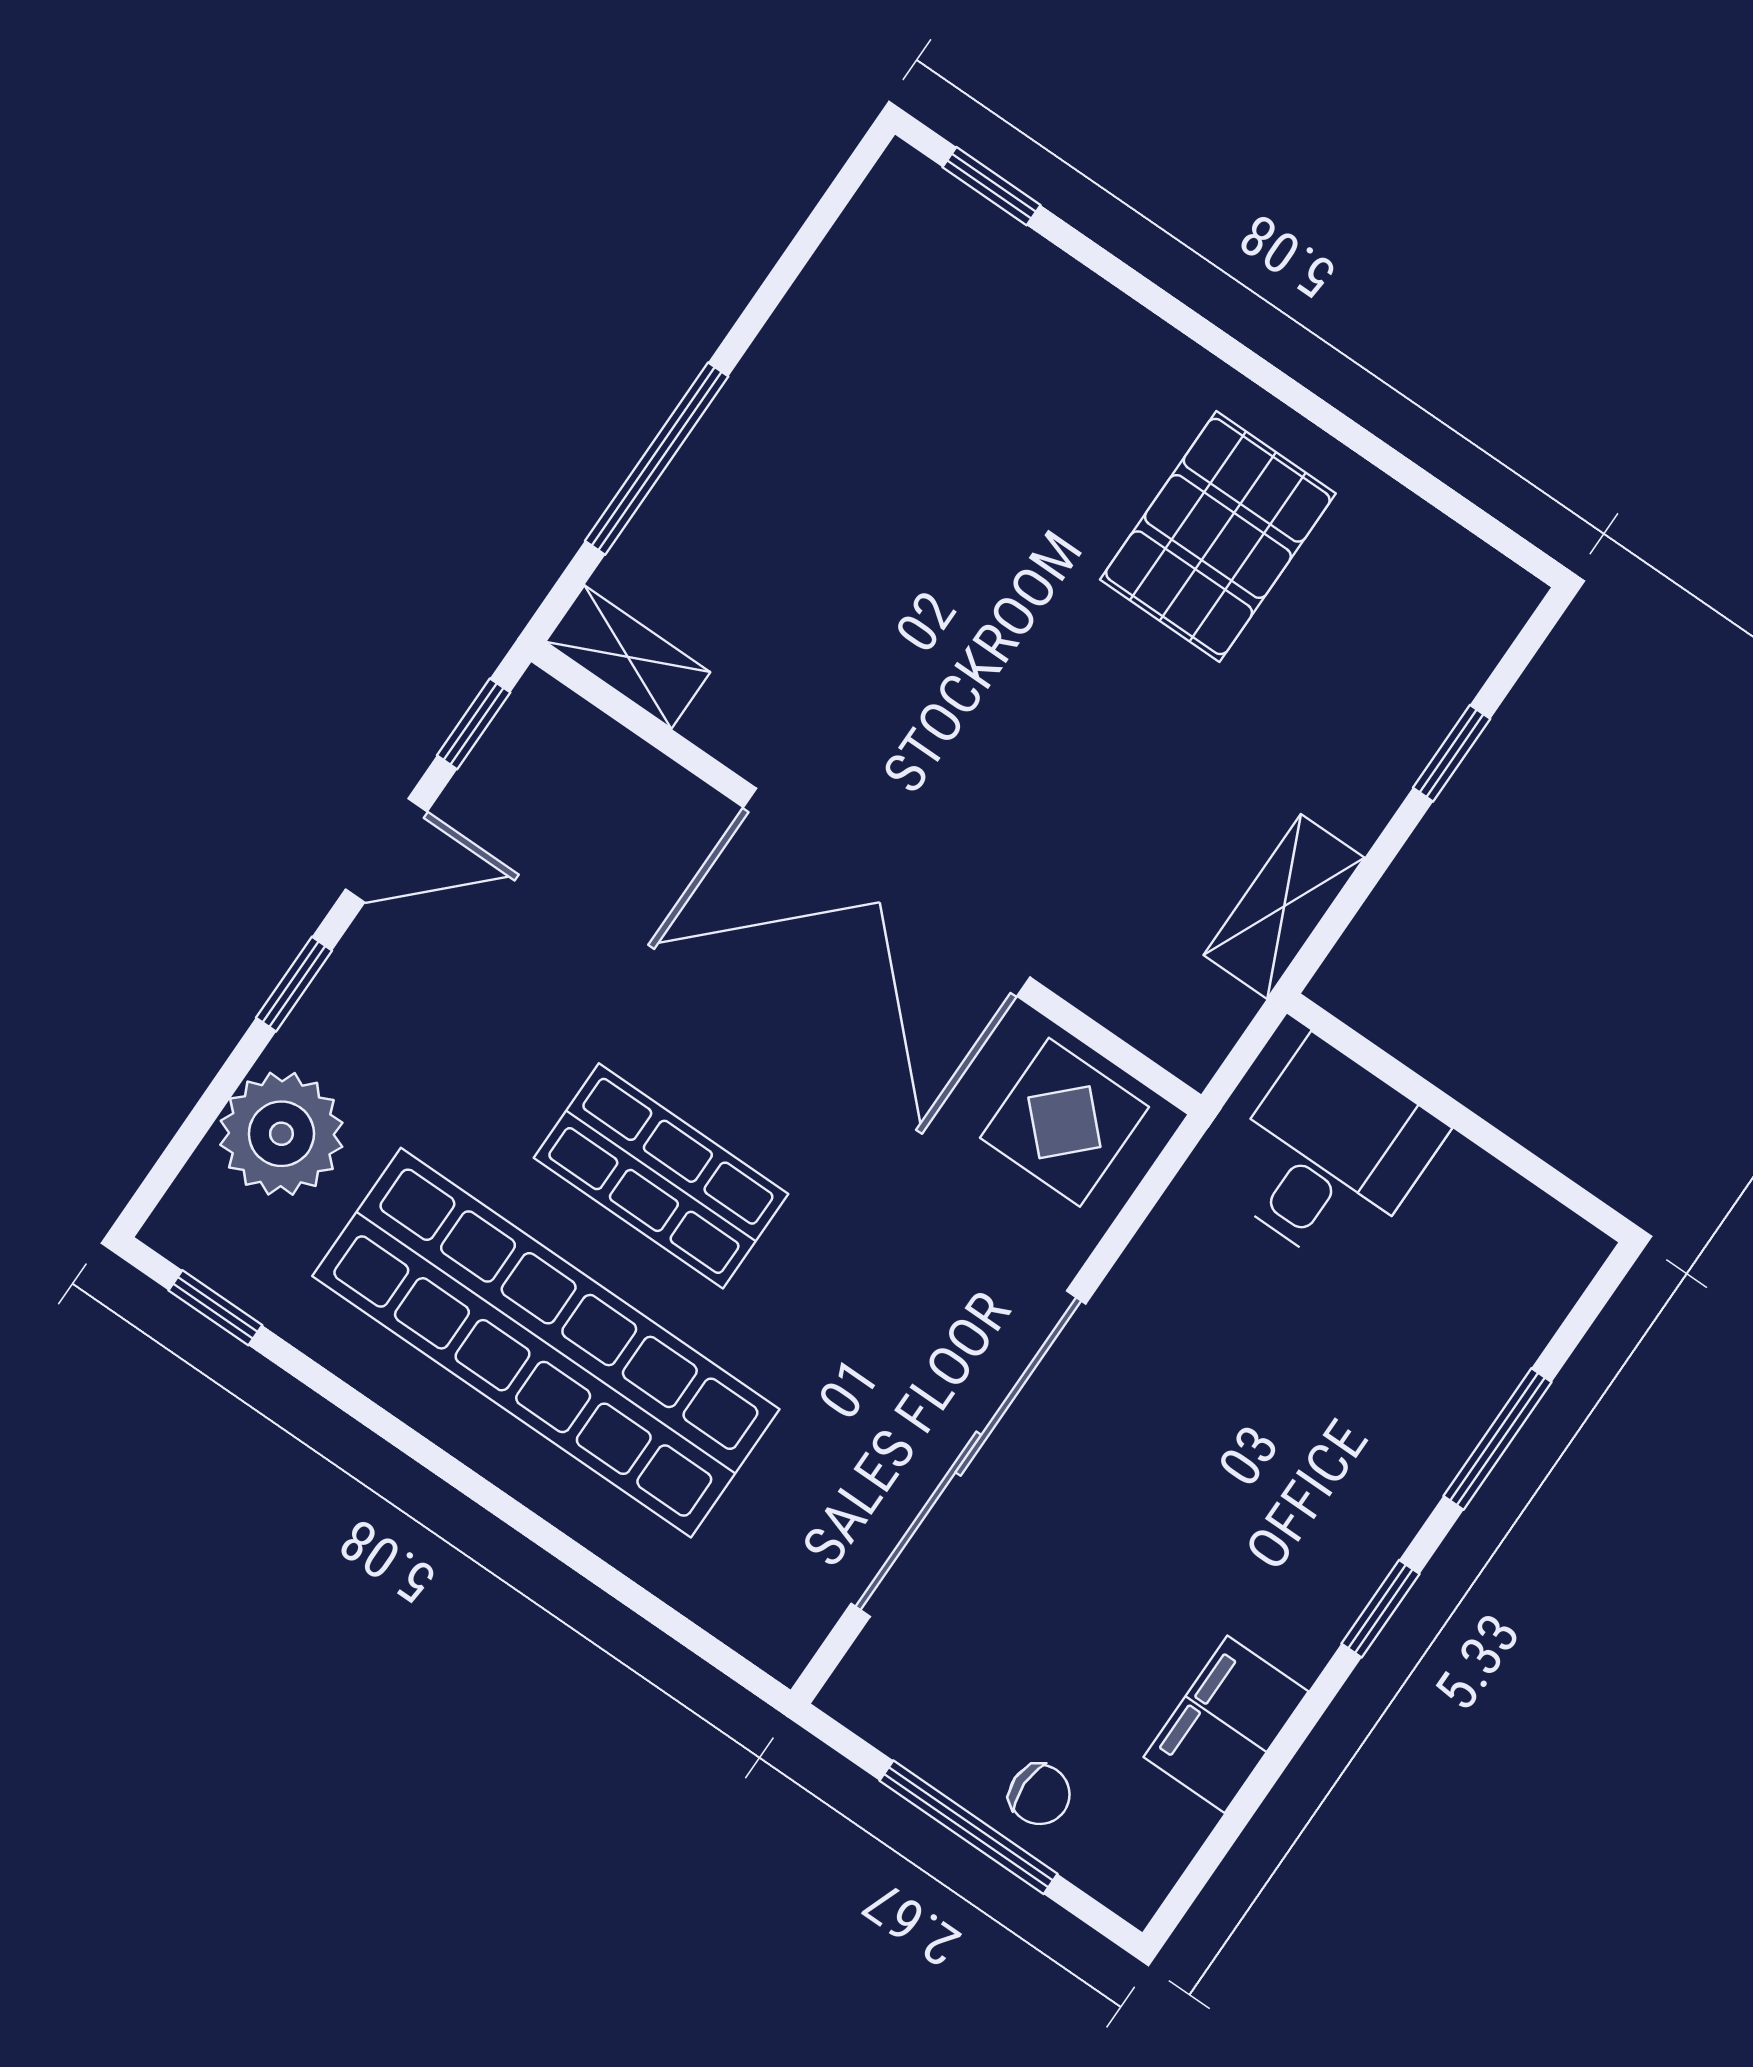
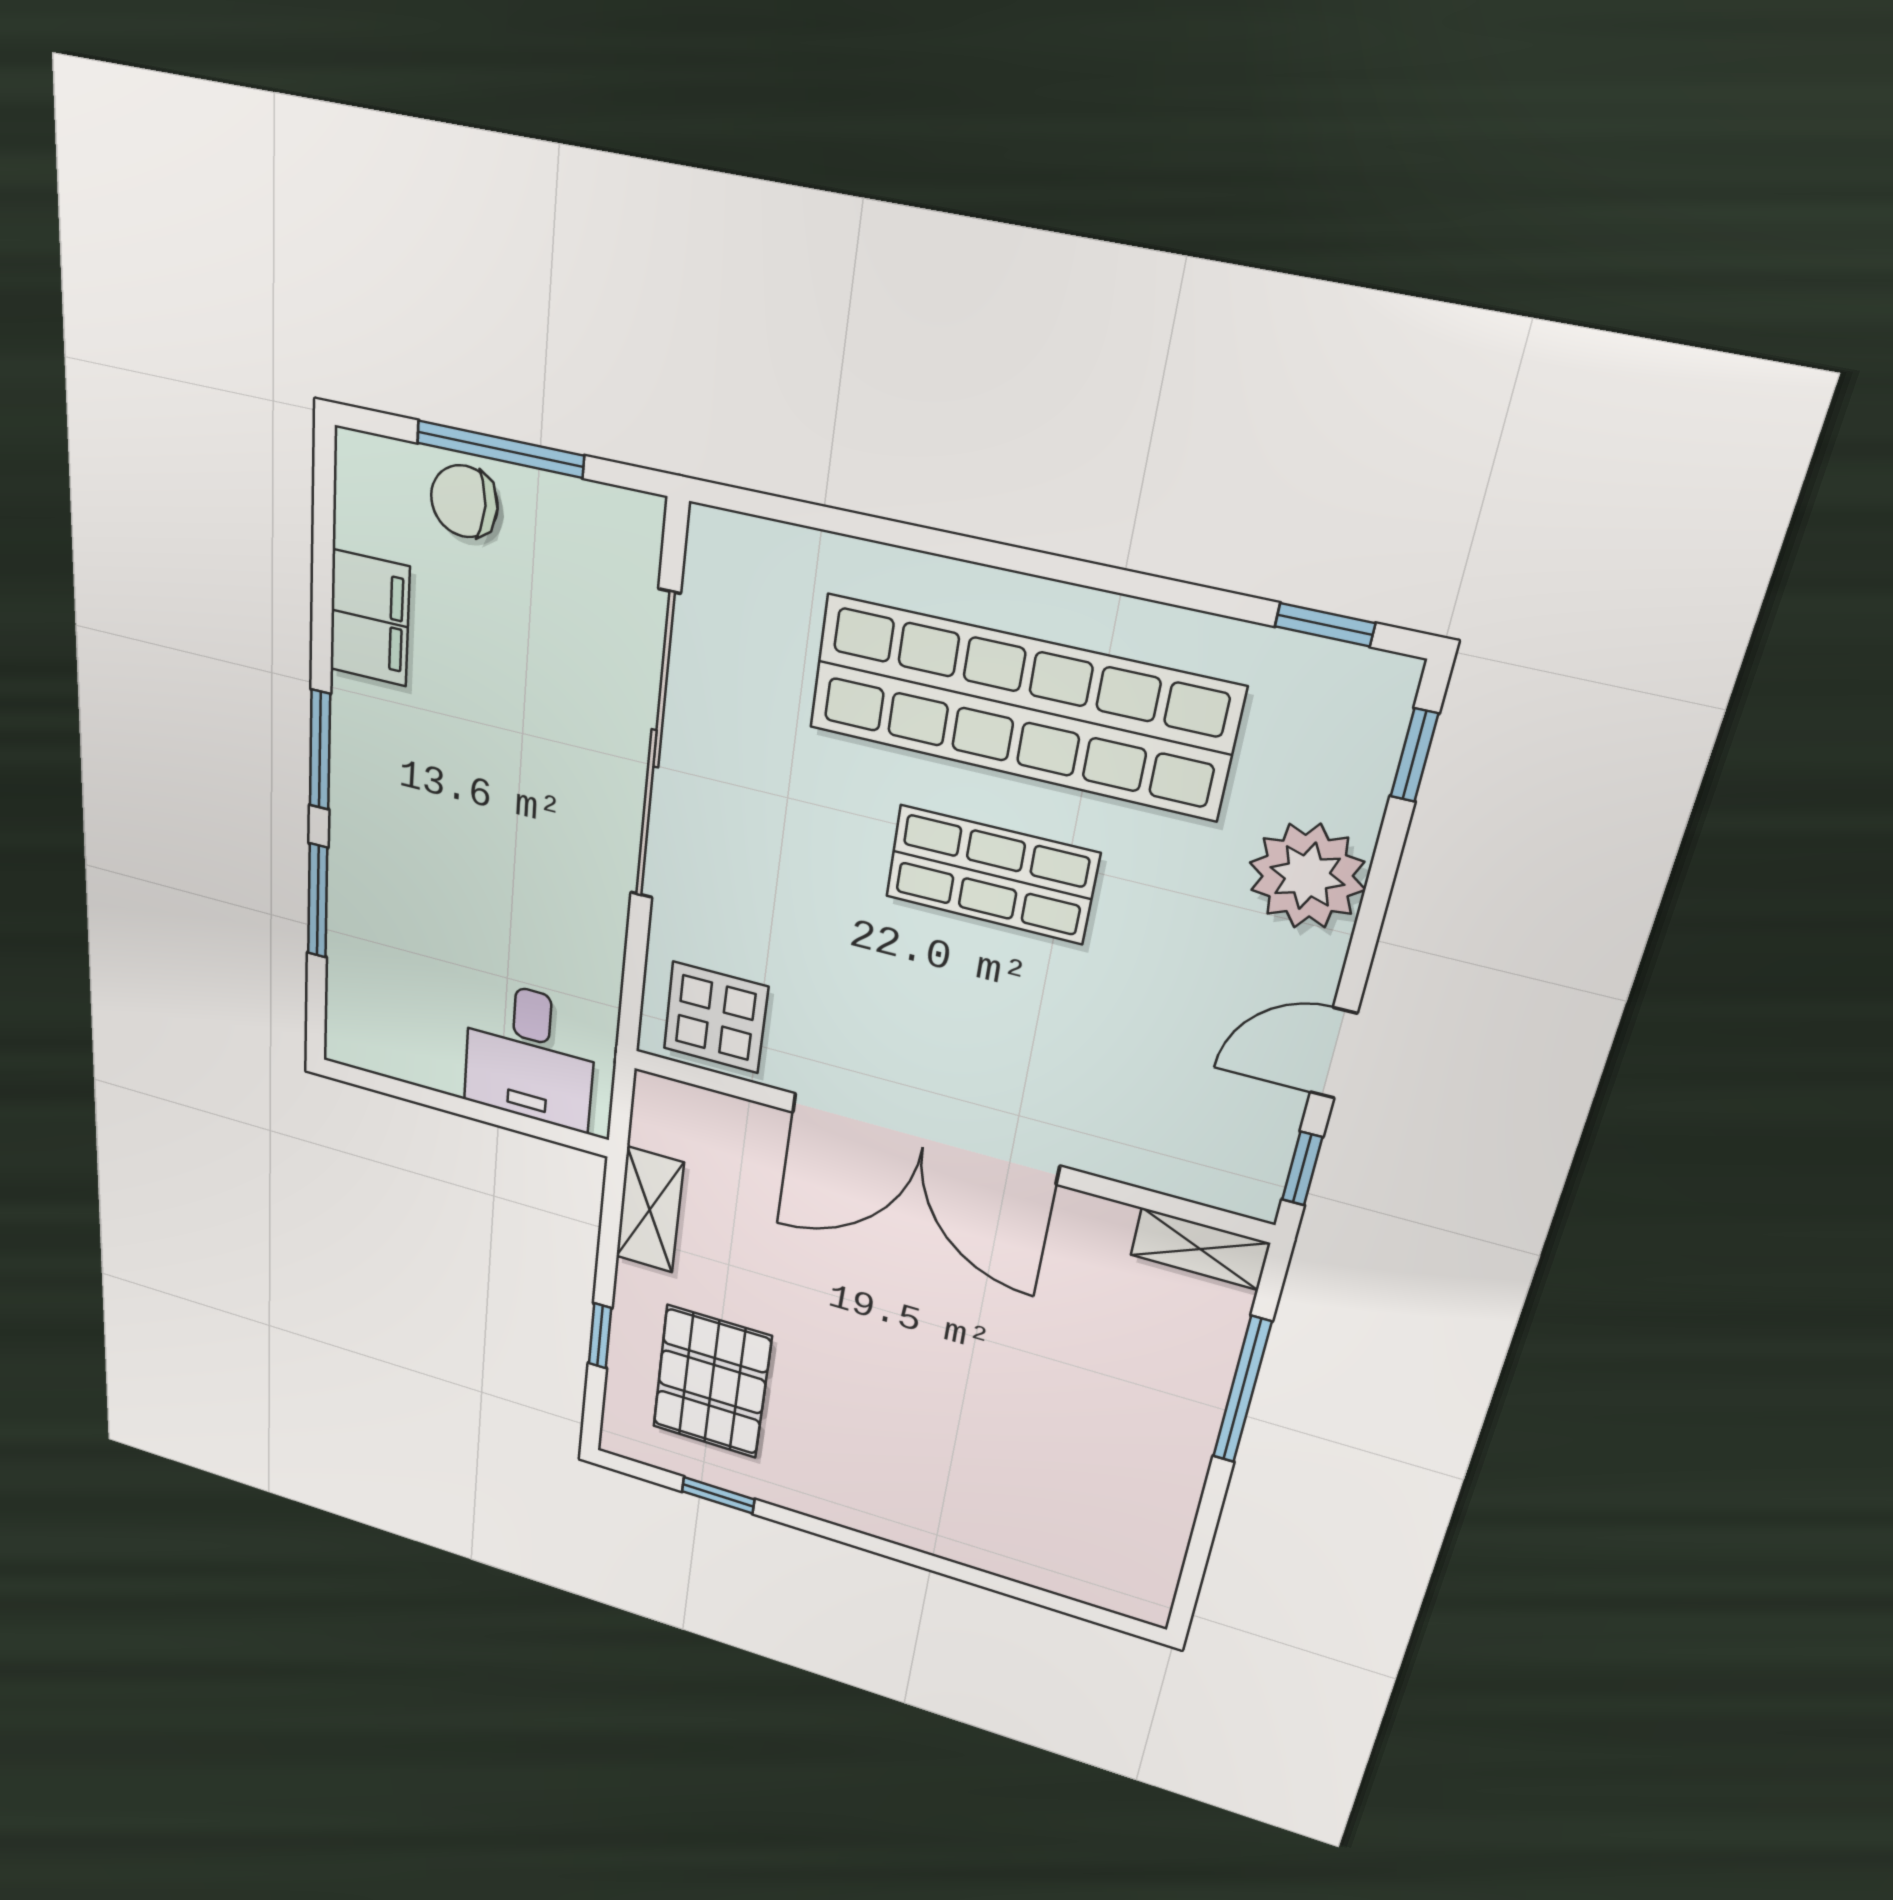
window: (992, 186) -> (718, 1495), moved
pallet: (1218, 536) -> (712, 1382), moved
double door: (887, 892) -> (924, 1139), swing flipped
window: (294, 984) -> (1414, 755), moved
plant: (281, 1134) -> (1307, 876), moved
window: (1380, 1609) -> (320, 750), width x1.50
chair: (1040, 1794) -> (464, 501), width x1.37, depth x1.37

